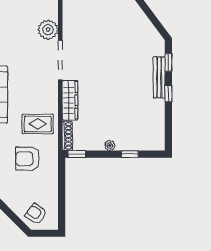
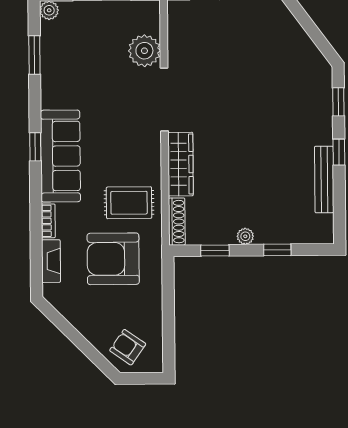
bench: (159, 77) -> (324, 179), moved
window: (77, 154) -> (215, 250), moved
armchair: (28, 159) -> (113, 259), width x1.36, depth x1.36

